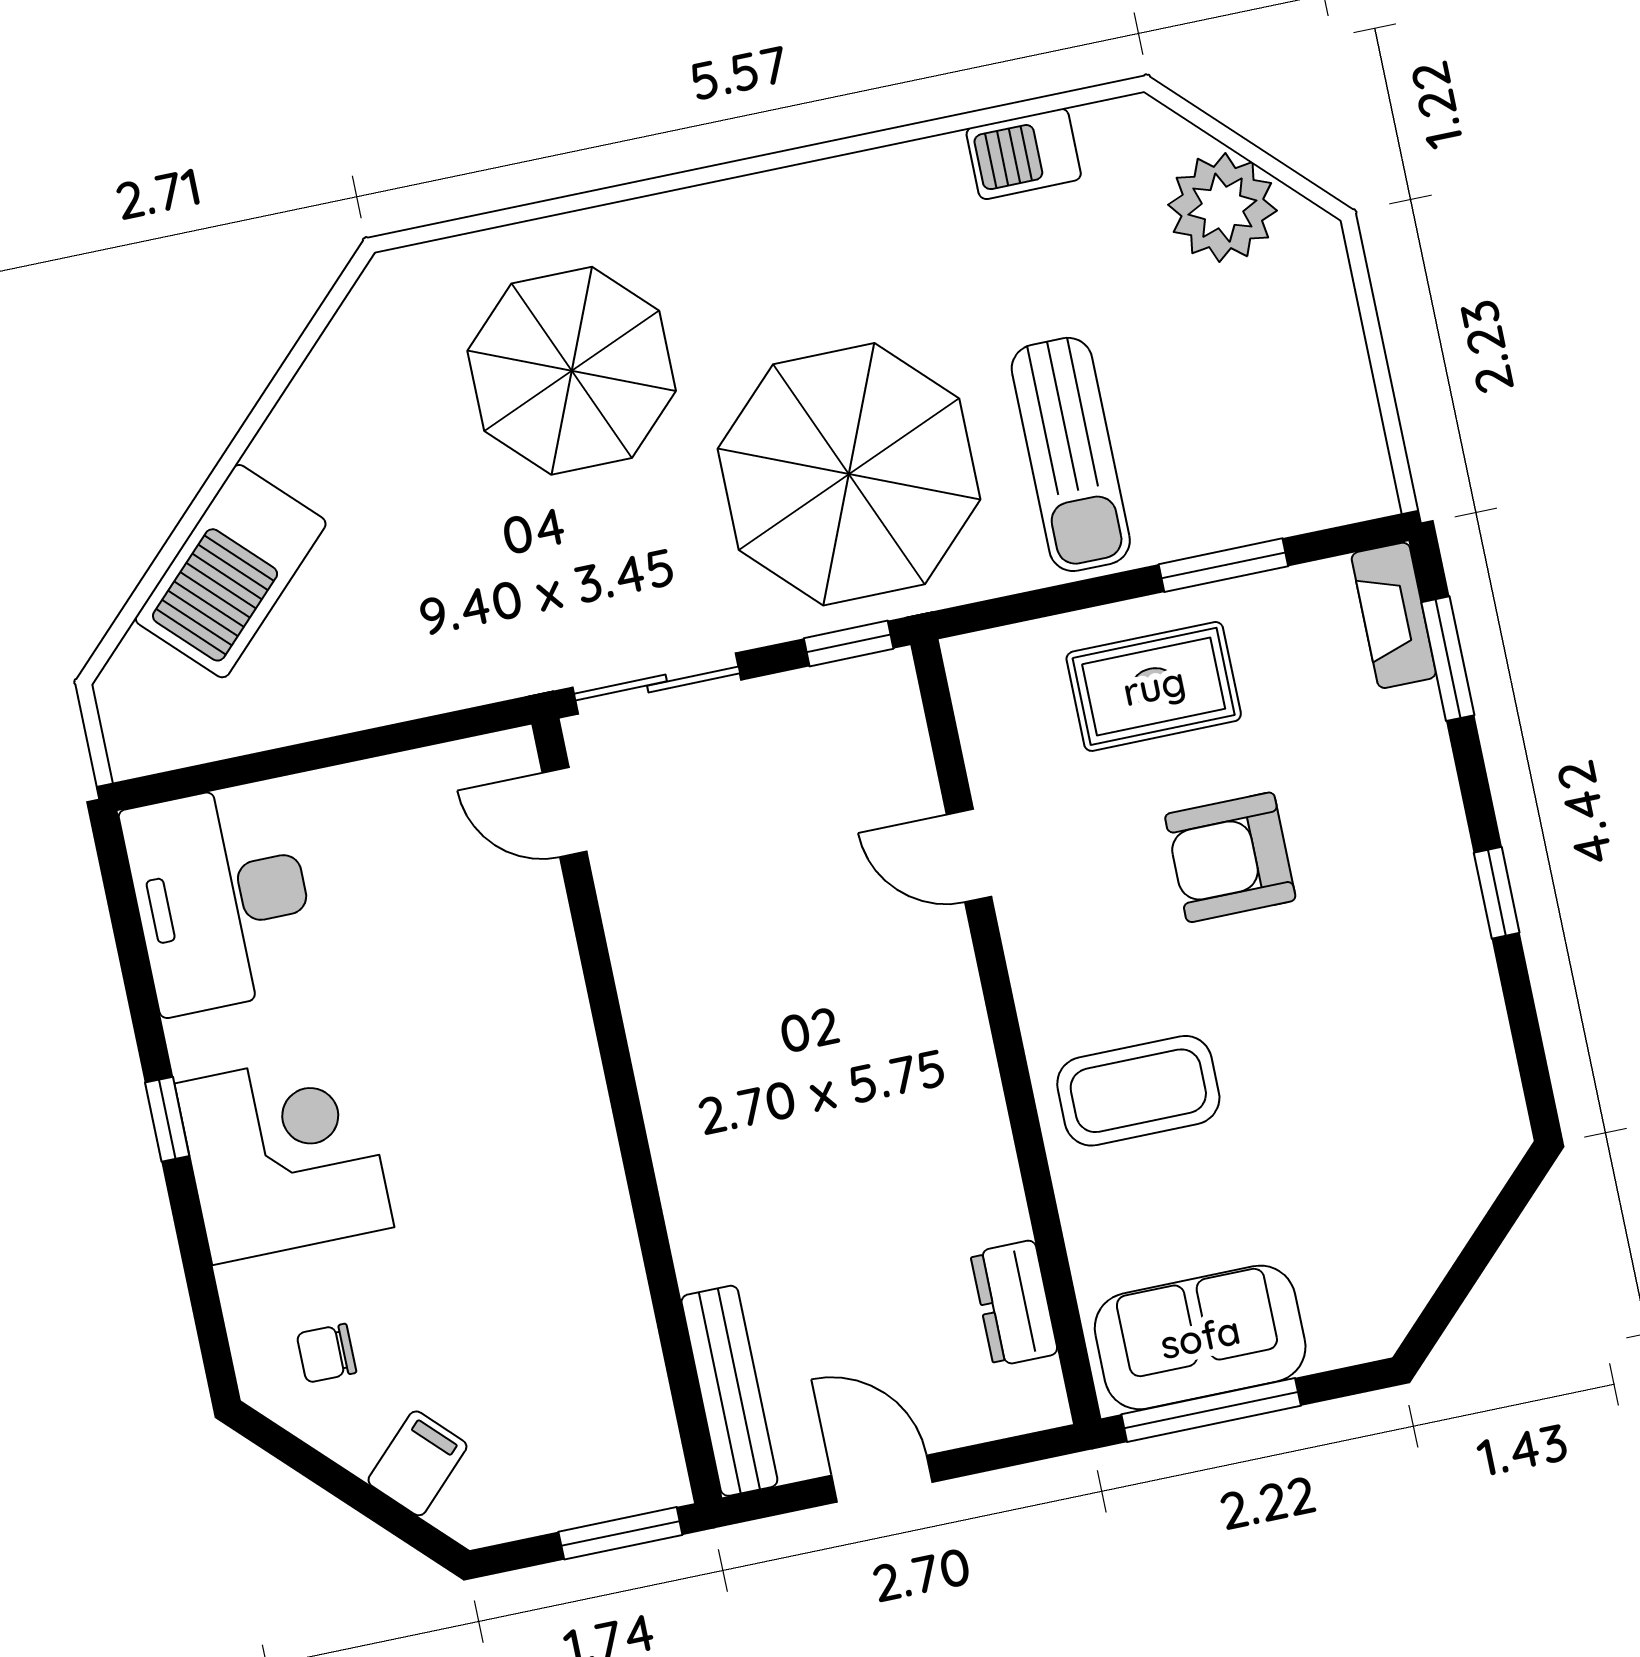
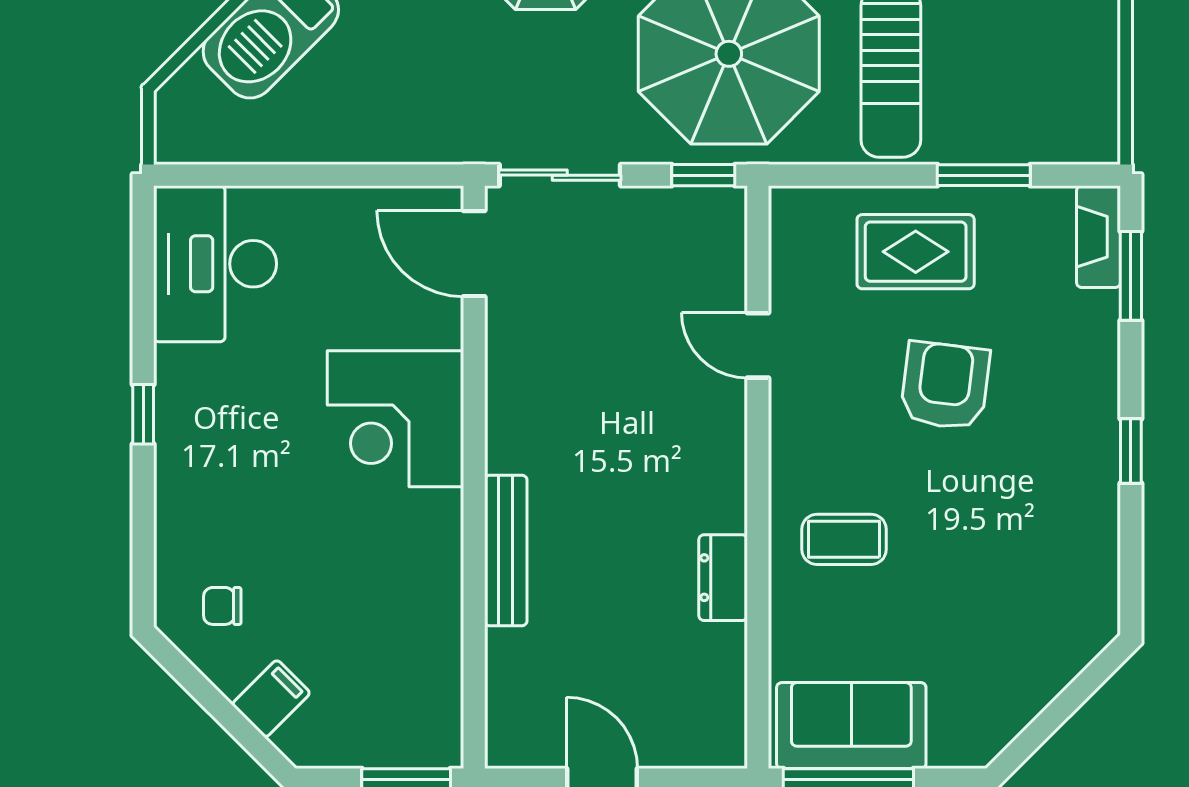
door: (564, 812) -> (474, 254), width x1.37
armchair: (1230, 857) -> (945, 386), turned 97
coffee table: (1138, 1091) -> (844, 539), width x0.73, depth x0.77
corner desk: (284, 1155) -> (396, 419), moved, turned 180
dresser: (1014, 1303) -> (723, 578), moved
bench: (729, 1391) -> (506, 550), moved

